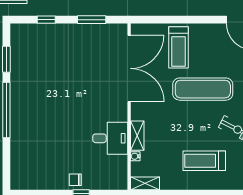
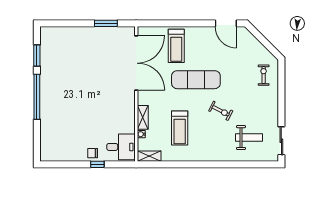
window: (46, 20) -> (69, 23), removed
desk: (110, 138) -> (121, 147), moved
treadmill: (204, 161) -> (180, 128), moved, turned -90

